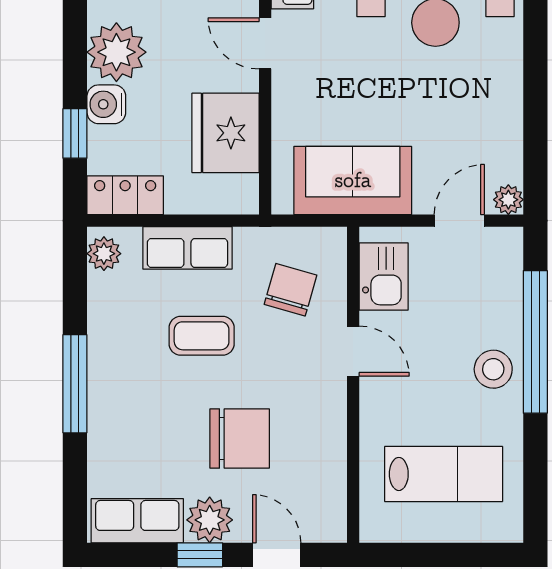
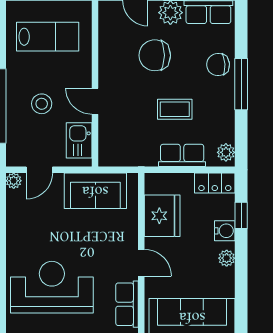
plant: (116, 52) -> (227, 258), width x0.53, depth x0.53
chair: (291, 290) -> (218, 65), moved, turned 70
stool: (493, 369) -> (42, 104), moved
lab bench: (444, 474) -> (48, 37), turned 180

